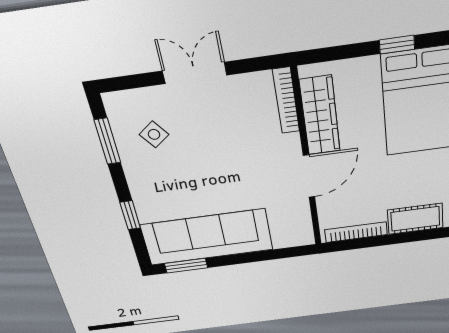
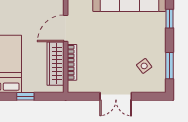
window: (397, 45) -> (25, 96), moved
bookcase: (286, 101) -> (72, 62), moved

